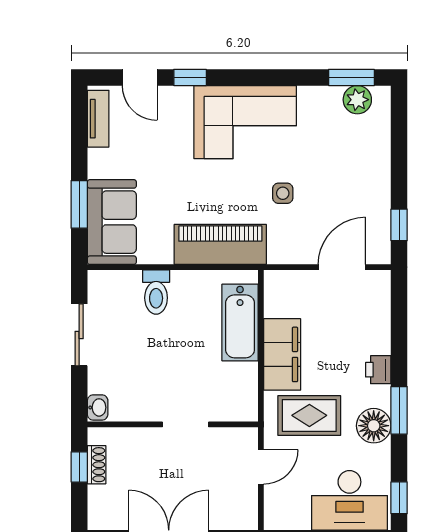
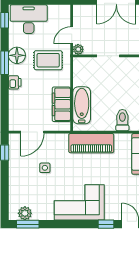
side table: (283, 193) -> (45, 168), moved
filing cabinet: (282, 354) -> (61, 104), moved
plant: (247, 438) -> (78, 49), added

